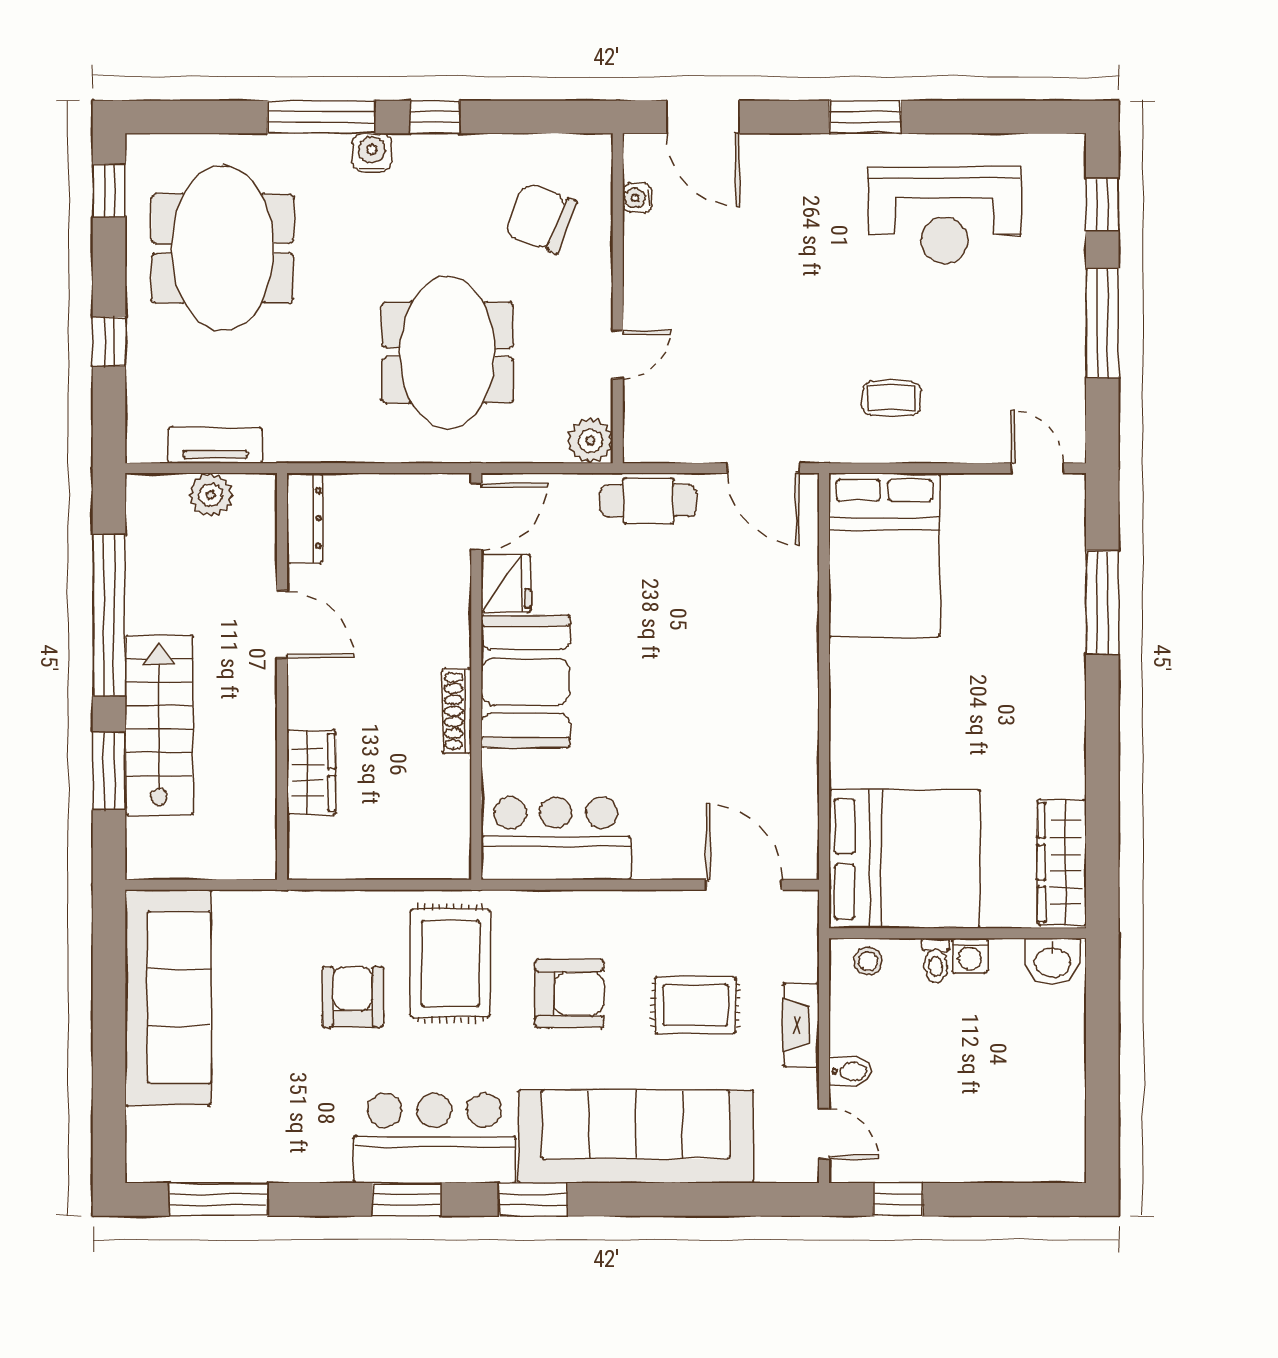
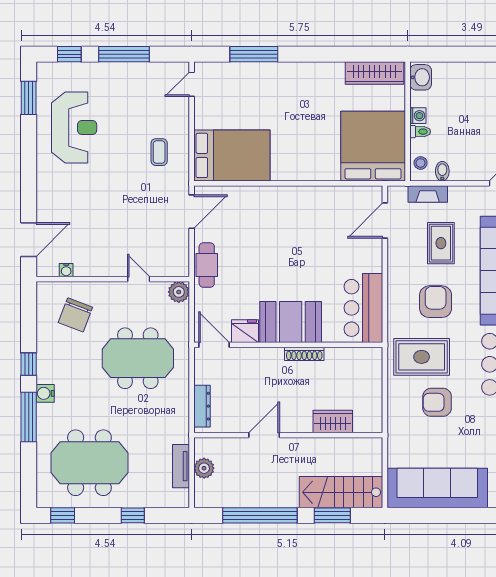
window: (865, 117) -> (29, 98), moved
dresser: (305, 518) -> (202, 406), moved, turned 90
stairs: (159, 725) -> (341, 492), moved
fireplace: (801, 1025) -> (428, 194), moved
bidet: (850, 1071) -> (442, 171), moved

